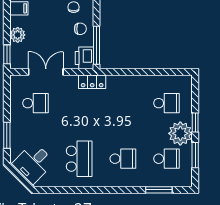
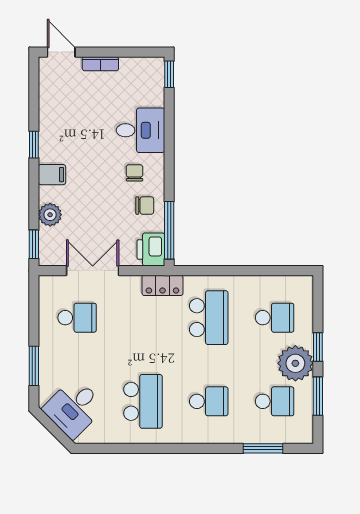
school desk: (123, 103) -> (209, 318), added

